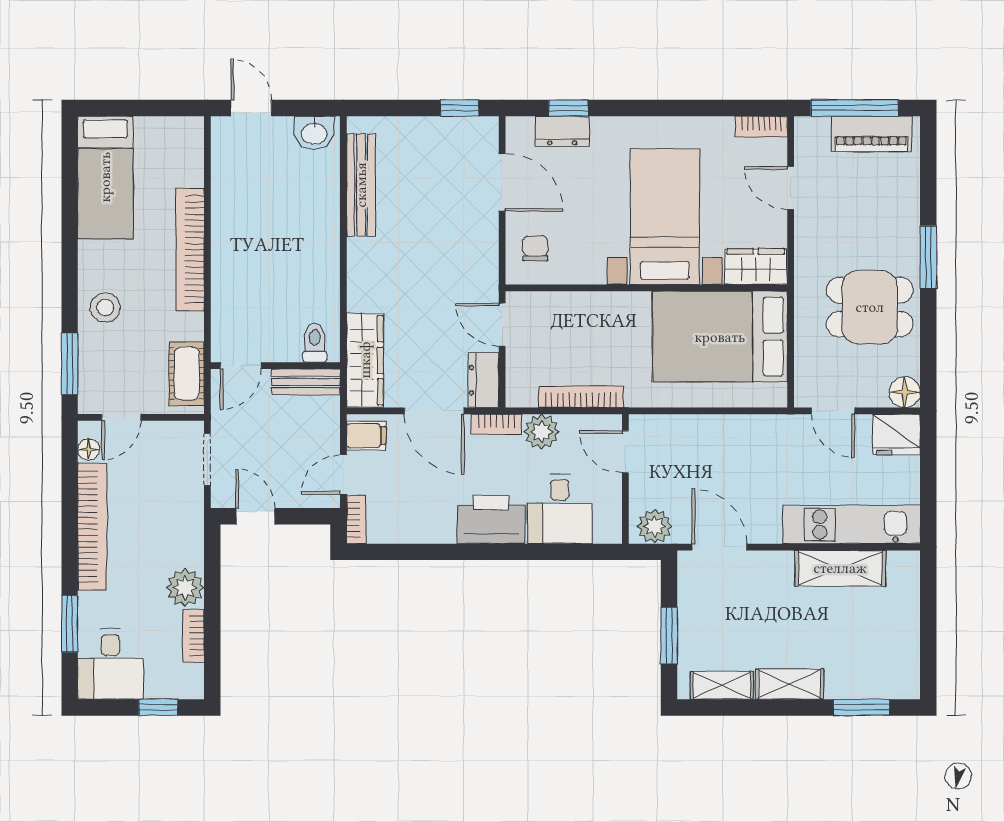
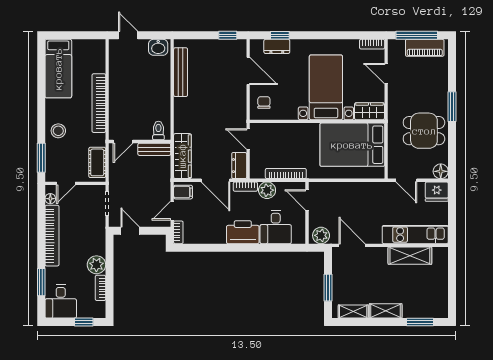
toilet: (315, 343) -> (158, 131), moved
door: (241, 366) -> (123, 142), moved
wall: (275, 366) -> (140, 142), moved
bench: (306, 382) -> (154, 149), moved

